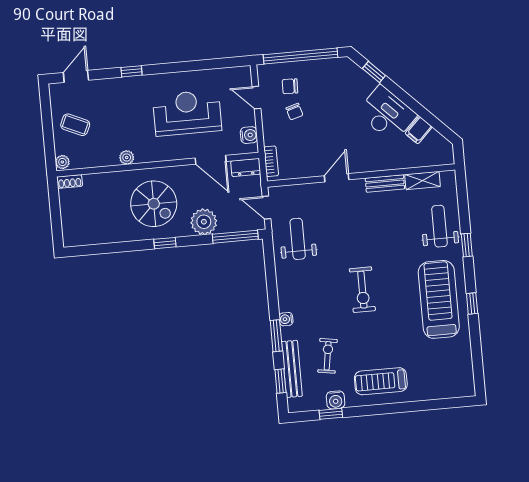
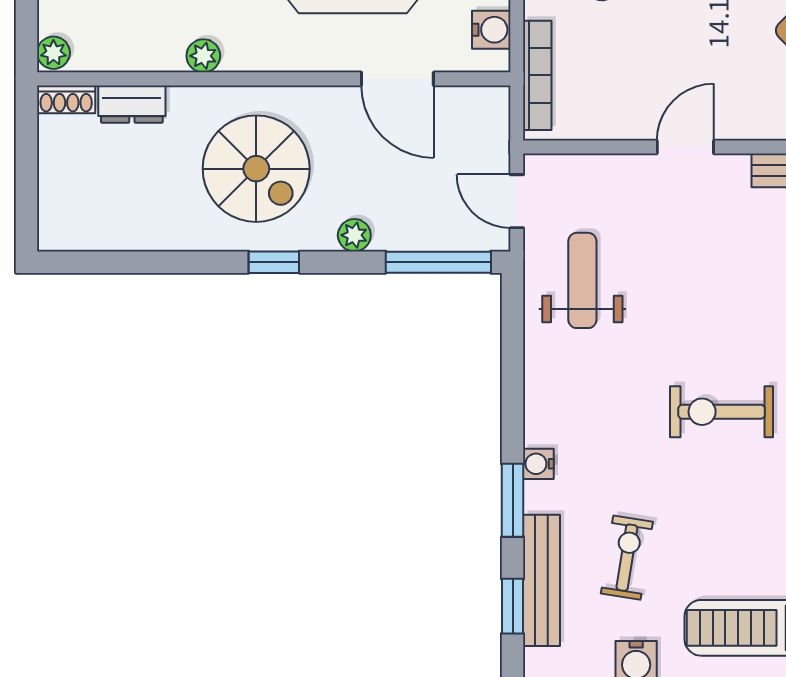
bookcase: (271, 161) -> (537, 75), width x1.56
dresser: (246, 167) -> (132, 104), moved
plant: (204, 222) -> (354, 235), width x0.53, depth x0.53
exercise bike: (362, 290) -> (722, 412), turned 90

